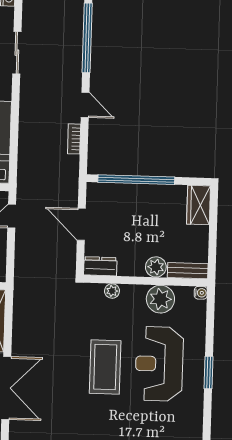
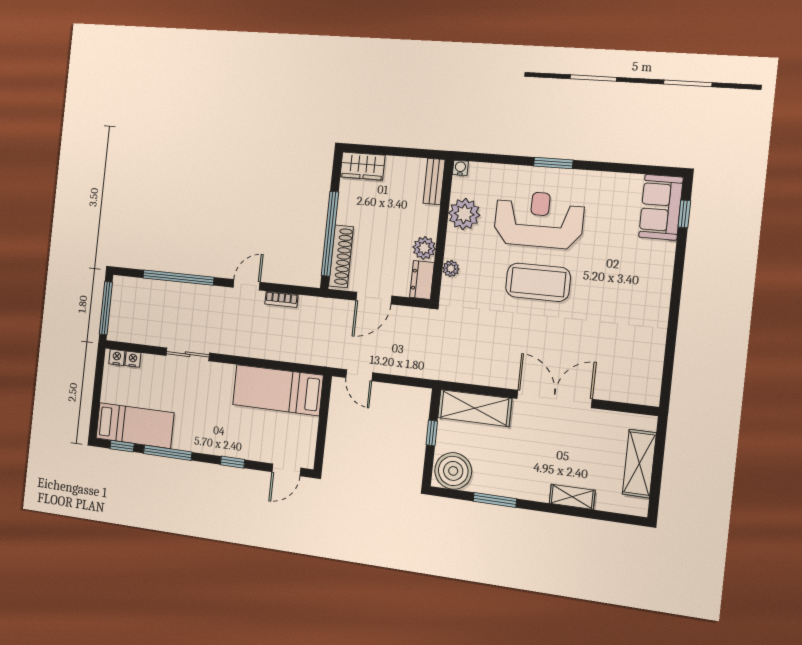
shoe rack: (117, 191) -> (341, 256), added
plant: (156, 267) -> (424, 248), moved
reception desk: (159, 364) -> (539, 220), turned 180

